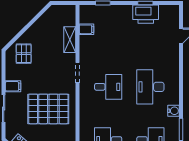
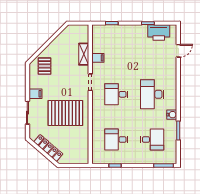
printer: (146, 14) -> (159, 32), moved
filing cabinet: (86, 29) -> (98, 58), moved
desk: (108, 87) -> (116, 94), turned 180

